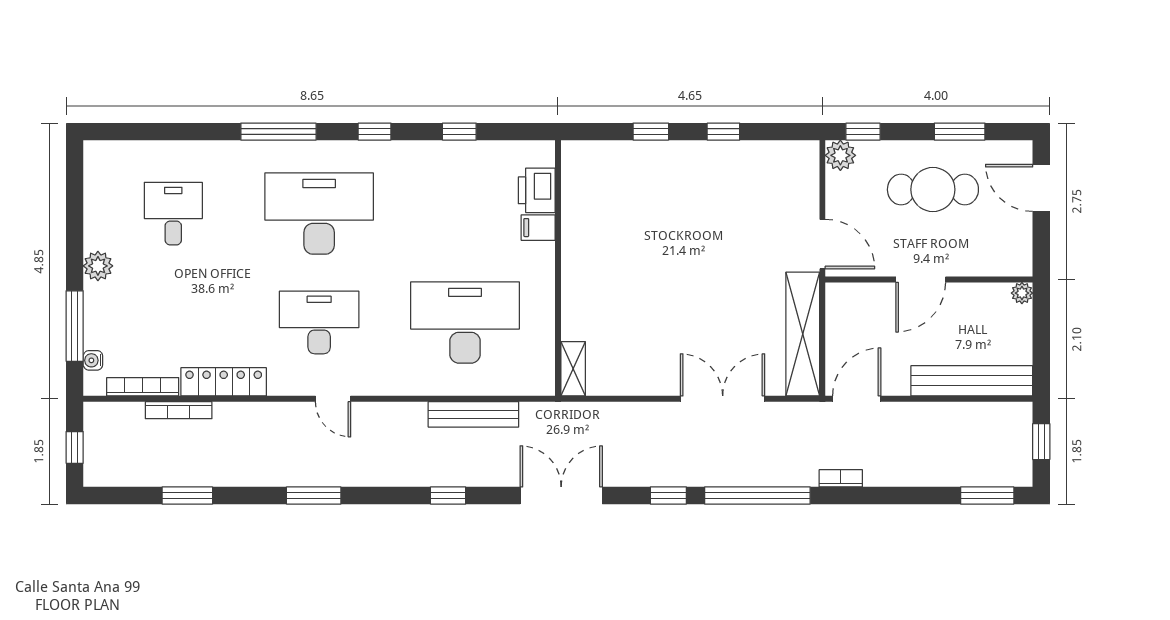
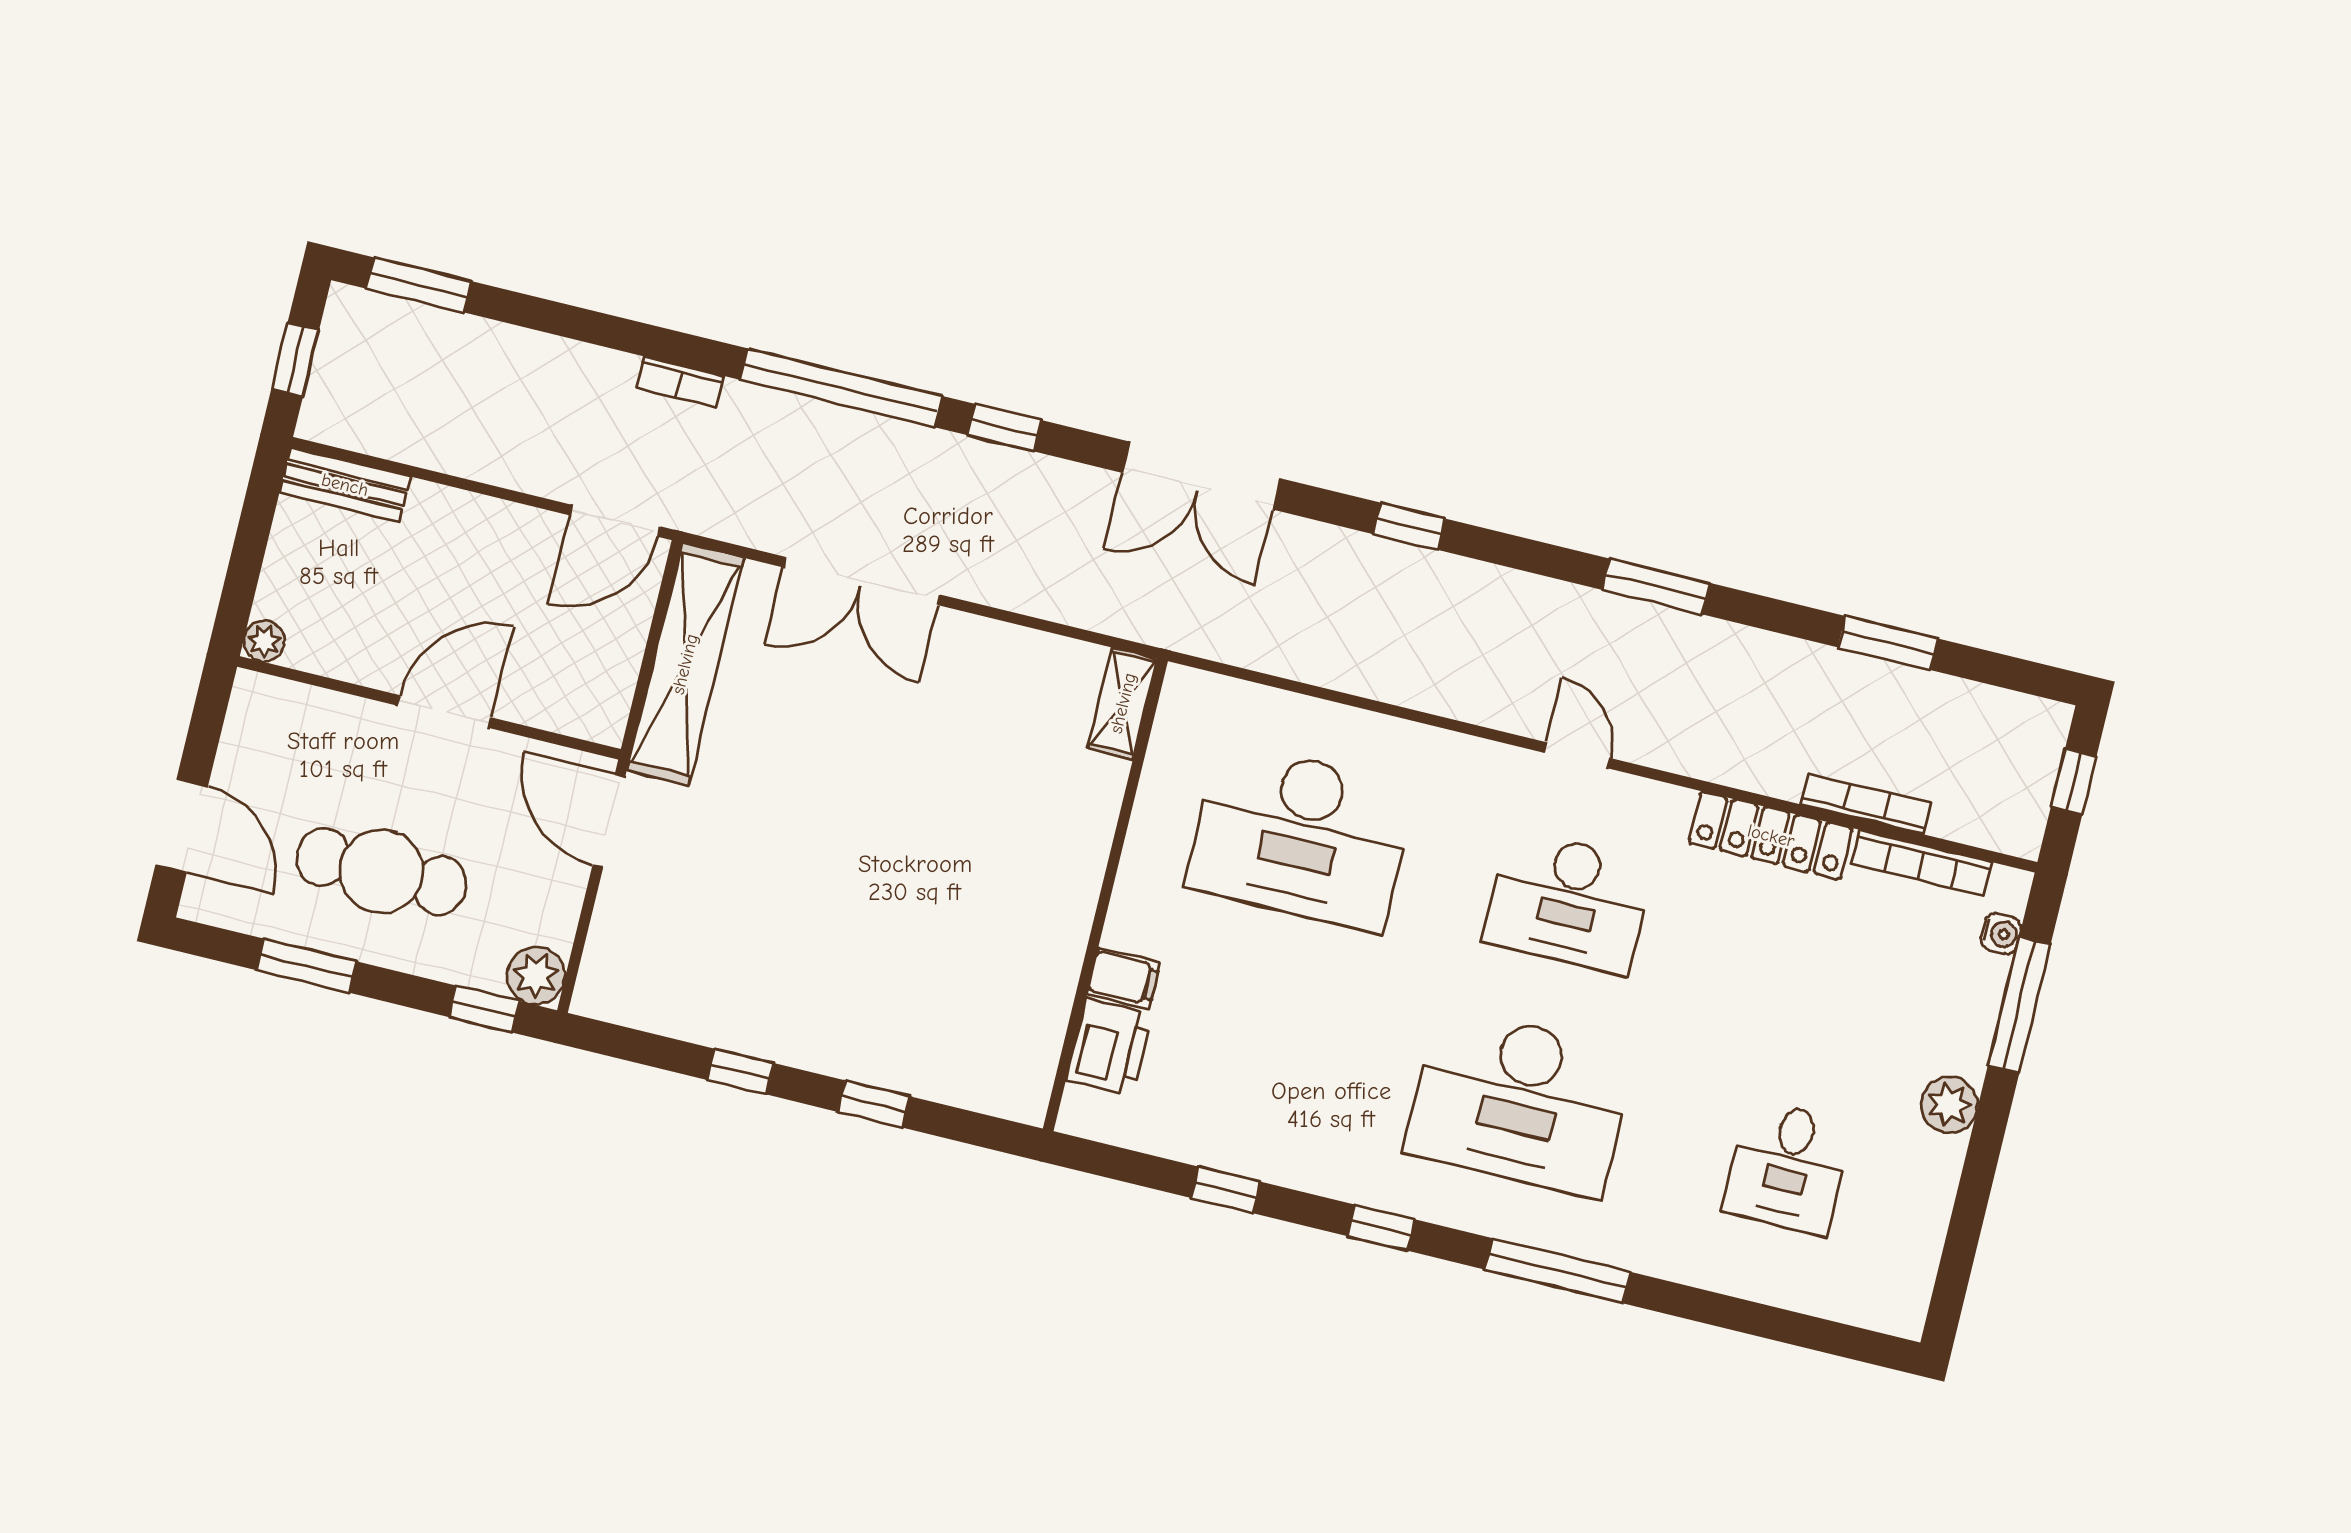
bench: (972, 381) -> (345, 485), width x0.54, depth x0.82
bench: (473, 414) -> (1326, 664), removed

